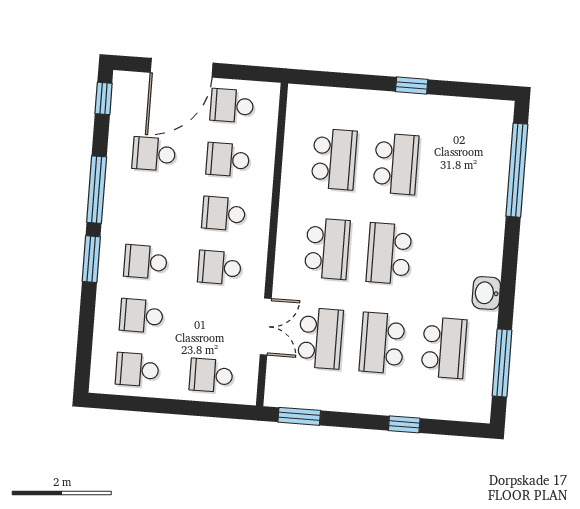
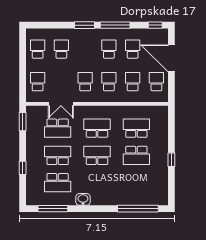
school desk: (334, 159) -> (136, 128), turned 180
school desk: (327, 249) -> (97, 128), turned 180
school desk: (145, 262) -> (109, 49), moved

